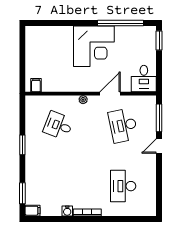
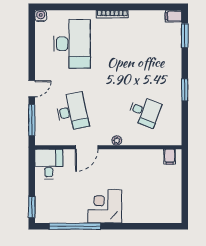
corner desk: (94, 46) -> (105, 206), width x0.74, depth x0.74
desk: (123, 186) -> (72, 44), width x1.36, depth x1.30
water cooler: (67, 211) -> (41, 16), moved

